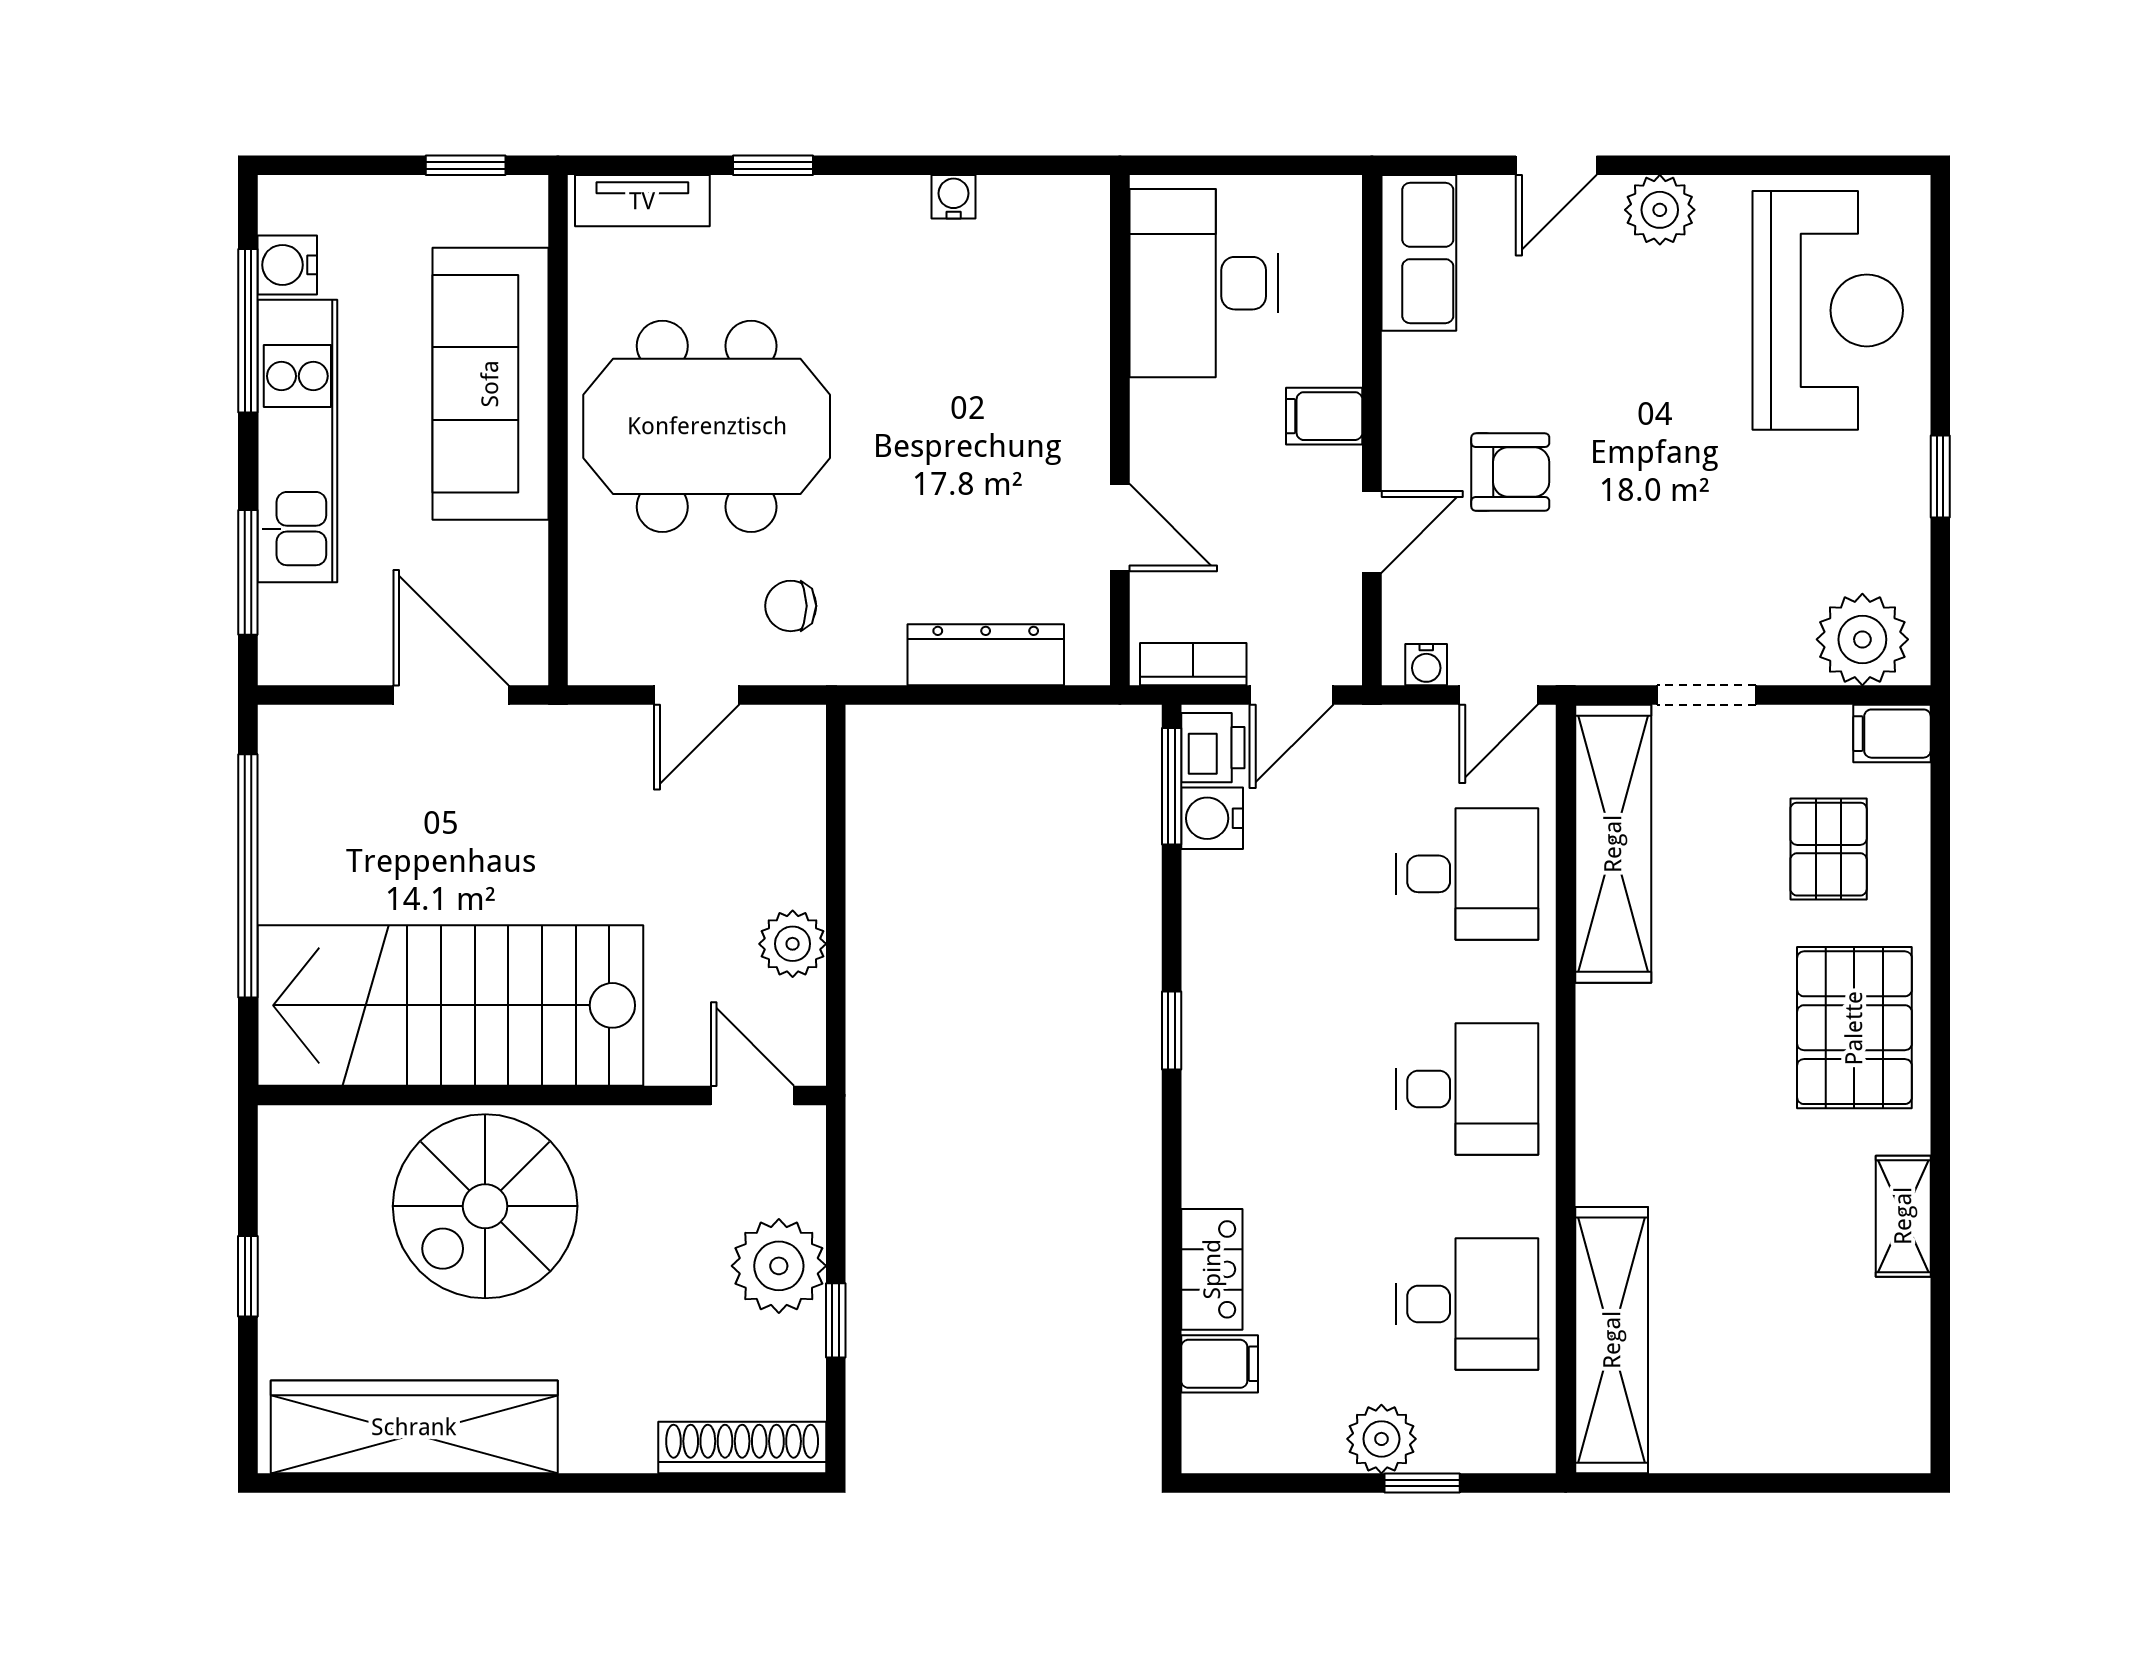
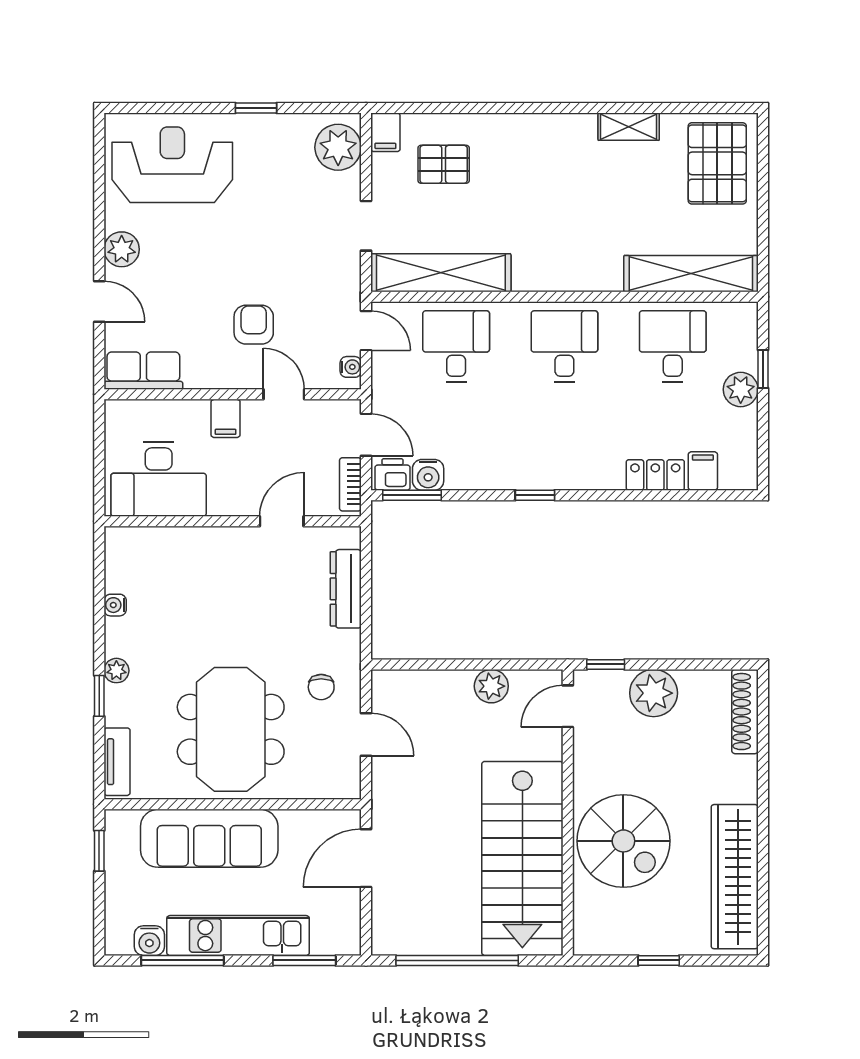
plant: (823, 200) -> (116, 671), added
pallet: (1854, 1028) -> (717, 163), moved, turned 90
window: (836, 1320) -> (606, 664), moved

